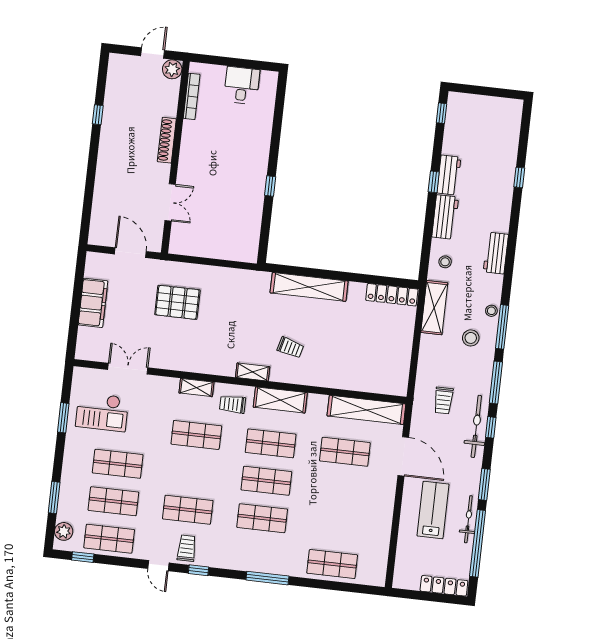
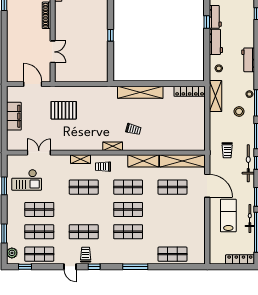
shelving: (280, 400) -> (143, 161), moved

